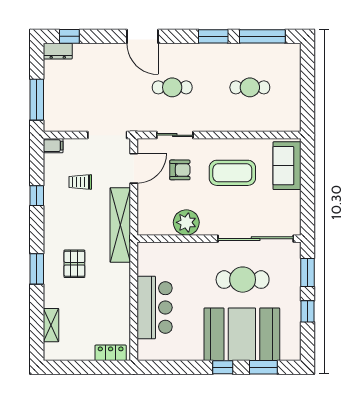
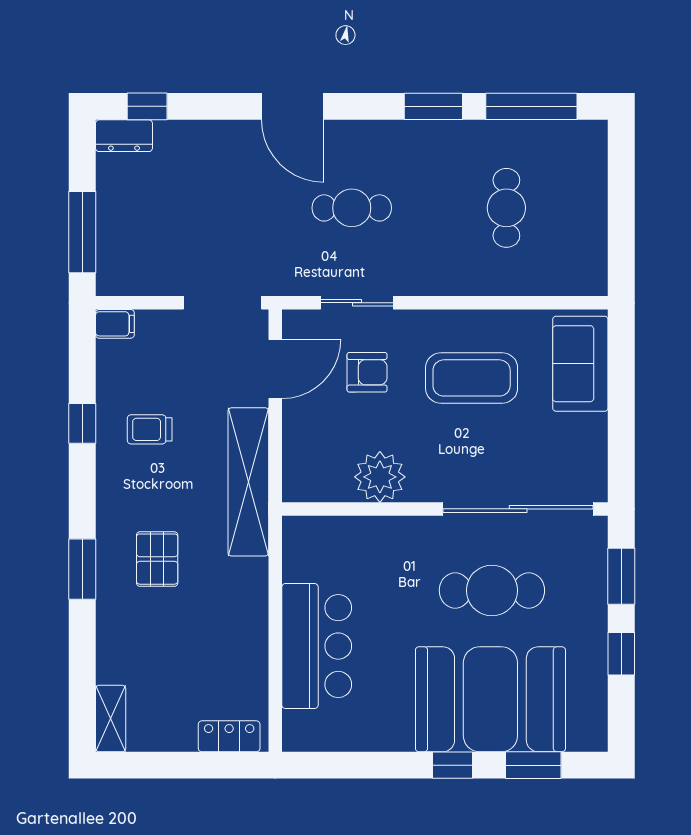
cafe table: (250, 87) -> (506, 208), turned 90
trolley: (80, 182) -> (150, 429), moved
shelving: (51, 325) -> (111, 718), moved

